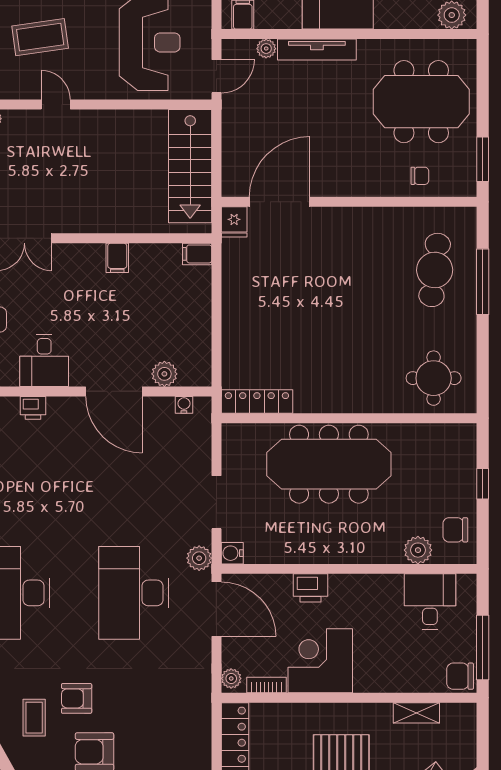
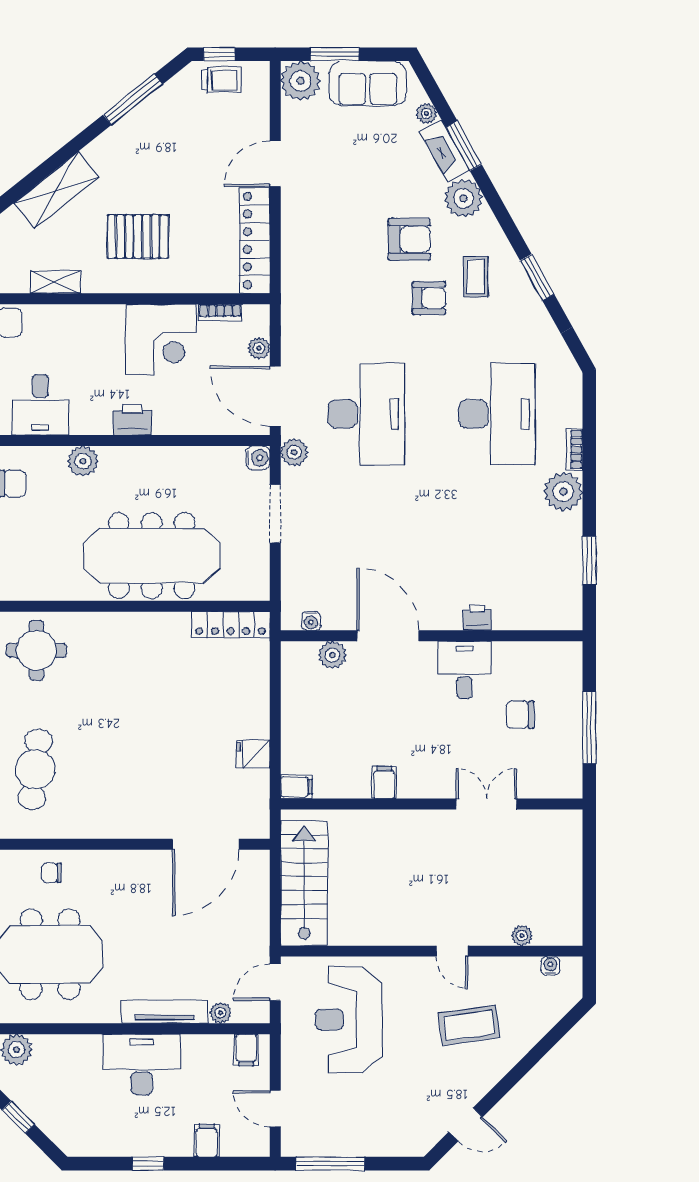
fridge: (234, 222) -> (253, 754), moved, turned -90
plant: (418, 550) -> (83, 461), moved
printer: (310, 588) -> (132, 420), moved
plant: (231, 678) -> (259, 348), moved

